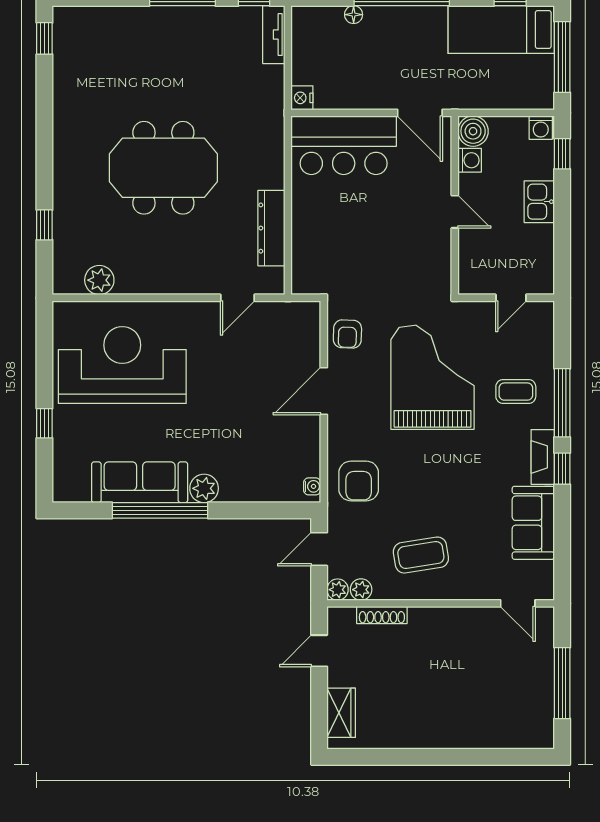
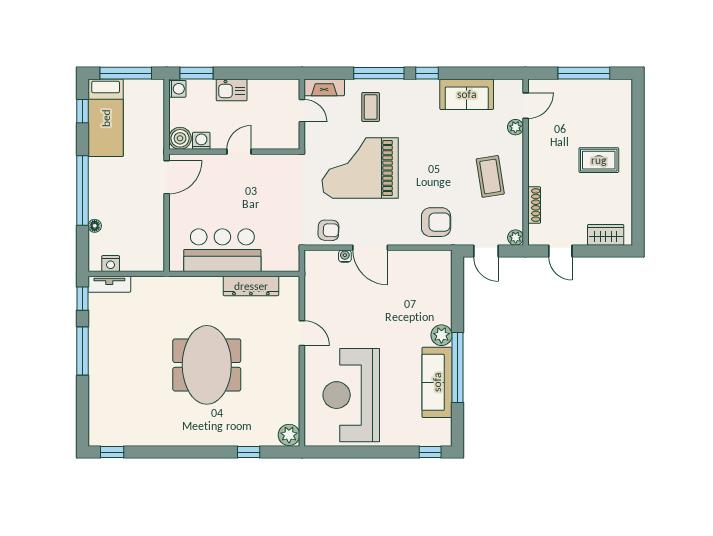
nightstand: (302, 98) -> (111, 264), moved
bar counter: (344, 145) -> (222, 250), moved, turned -90
window: (562, 154) -> (197, 73), width x1.50
plant: (99, 280) -> (289, 435), moved
door: (237, 298) -> (302, 333), moved
window: (44, 423) -> (430, 452), moved
fireplace: (543, 457) -> (324, 87), moved
water cooler: (312, 486) -> (345, 256), moved
plant: (361, 590) -> (515, 127), moved
rug: (443, 703) -> (599, 160), added

